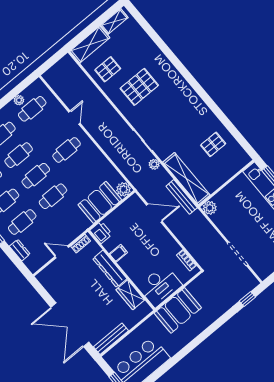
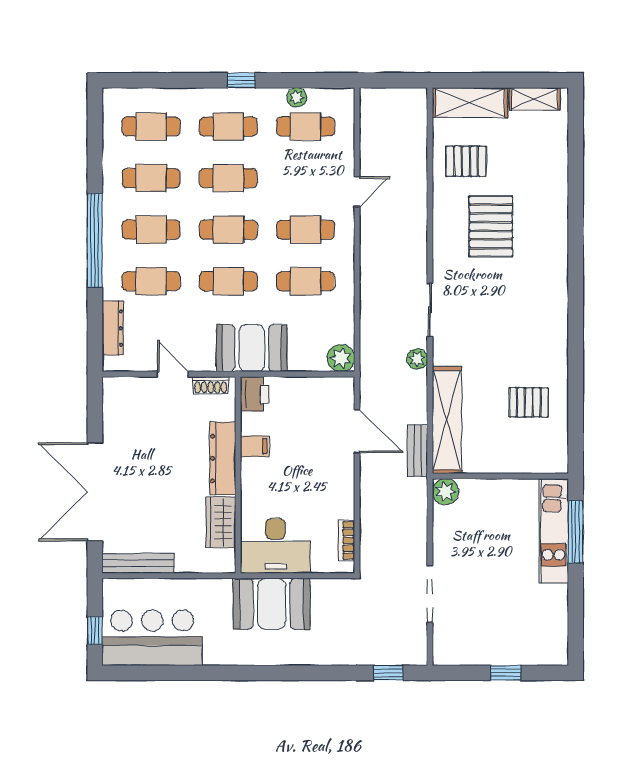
pallet: (139, 87) -> (491, 226), turned 90
cafe table: (84, 171) -> (306, 281), added
bench: (182, 197) -> (418, 451), width x0.73
booth: (100, 202) -> (252, 348), moved
dresser: (20, 250) -> (113, 328), width x1.44

